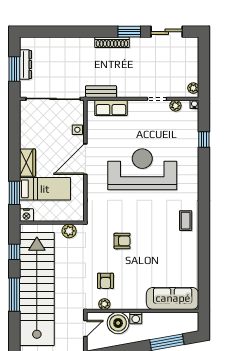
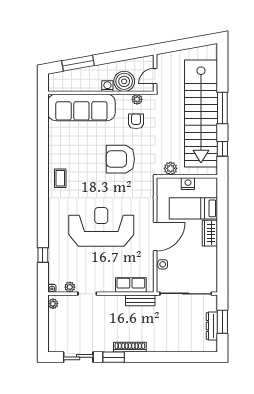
reception desk: (142, 169) -> (101, 227), turned 180
window: (14, 193) -> (222, 205), removed
nightstand: (26, 215) -> (188, 184), moved
armchair: (122, 241) -> (120, 159), width x1.88, depth x1.88
sofa: (173, 298) -> (81, 107), width x1.36, depth x1.27

